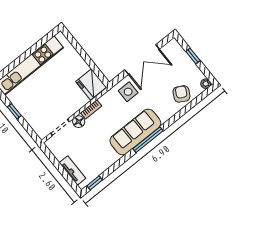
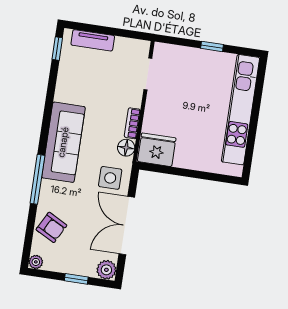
plant: (173, 46) -> (106, 270), added
floor lamp: (79, 122) -> (126, 148), moved
window: (148, 140) -> (37, 179), moved

